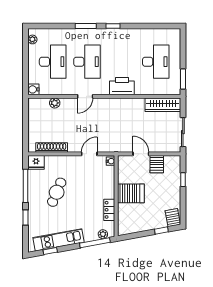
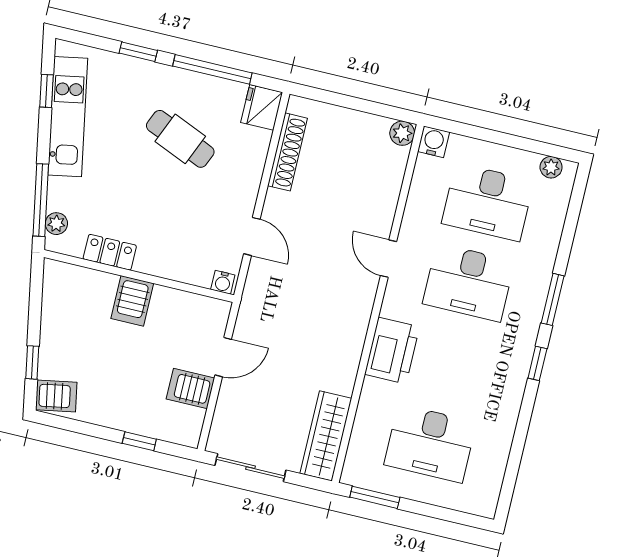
plant: (55, 103) -> (402, 133), moved
server rack: (131, 193) -> (132, 301), width x0.73, depth x0.70

